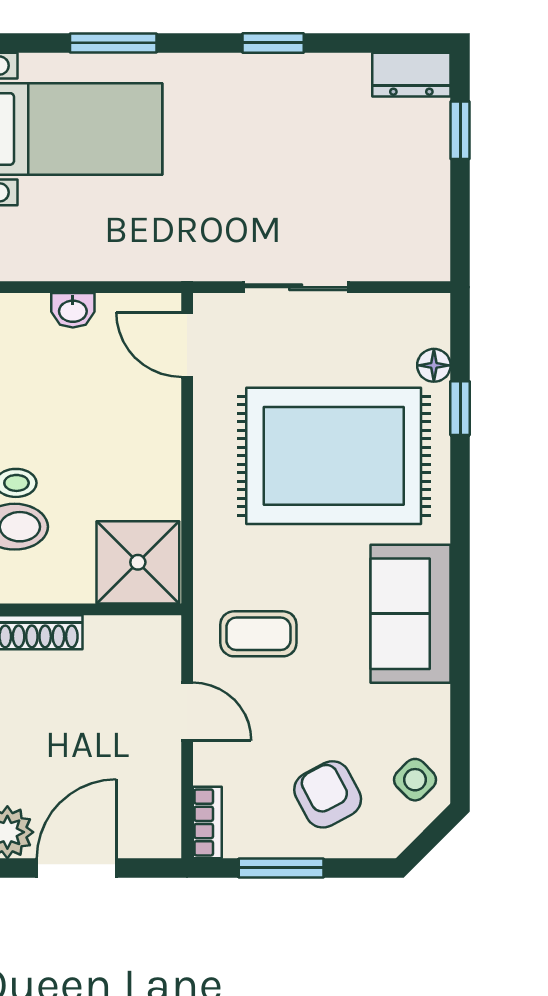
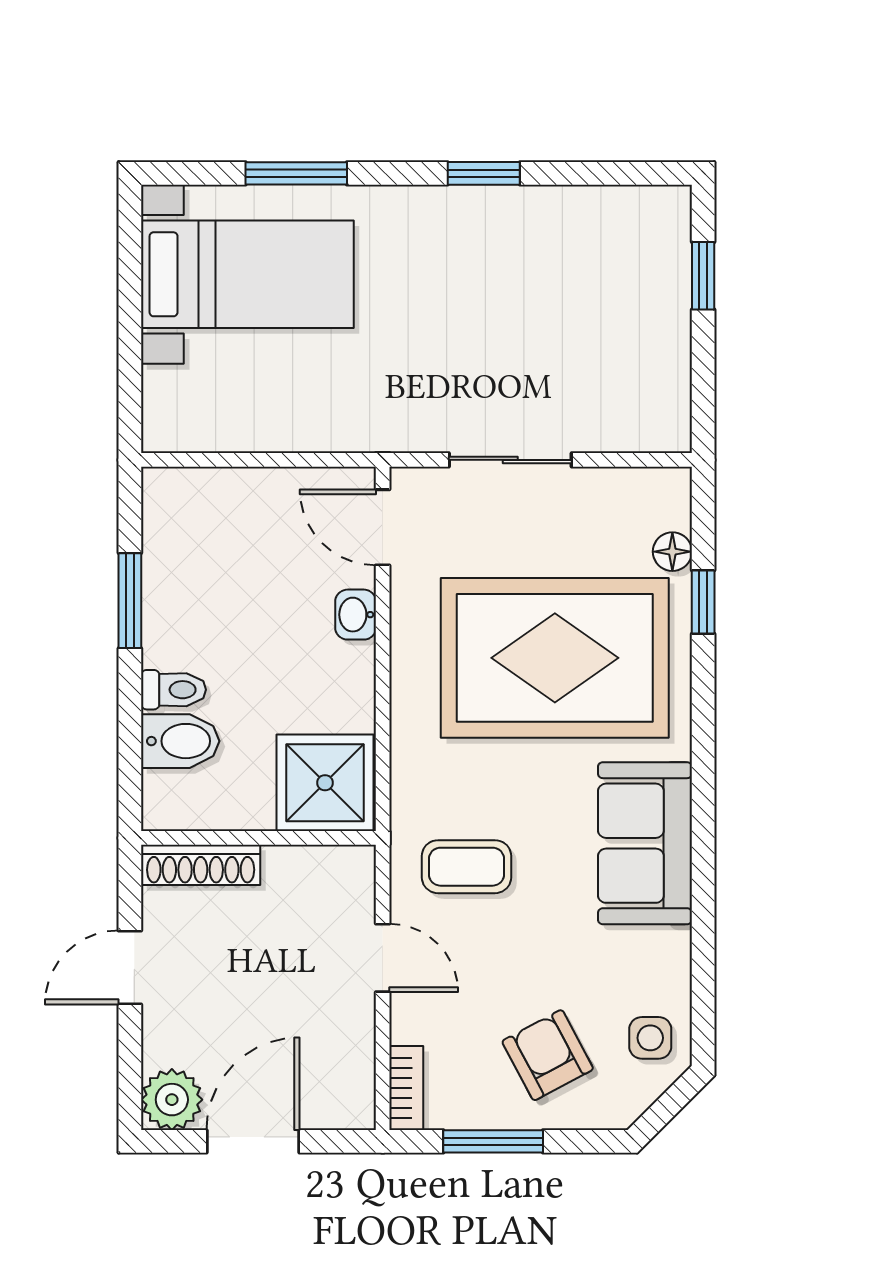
dresser: (411, 75) -> (646, 210), removed
washbasin: (73, 310) -> (356, 615), moved, turned 90
side table: (415, 780) -> (650, 1038), turned 45

